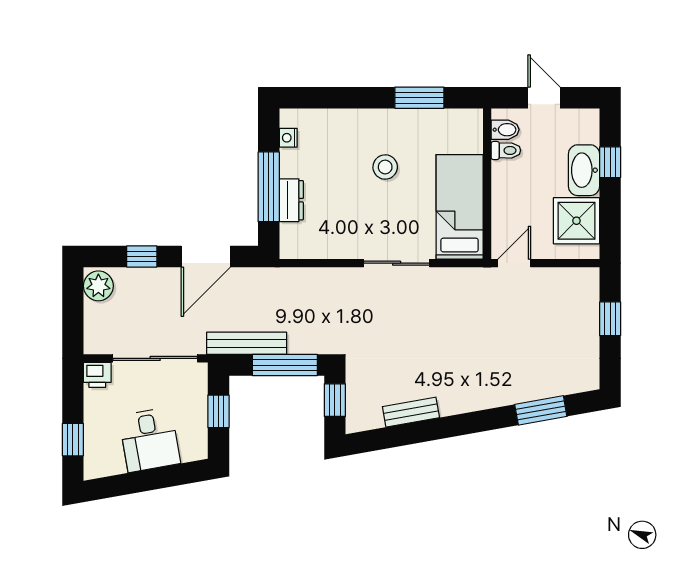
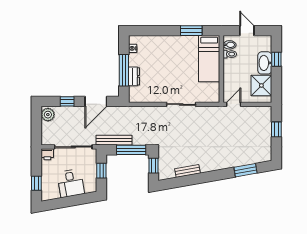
stool: (385, 167) -> (176, 61), removed
bed: (460, 207) -> (209, 59), moved, turned 180

